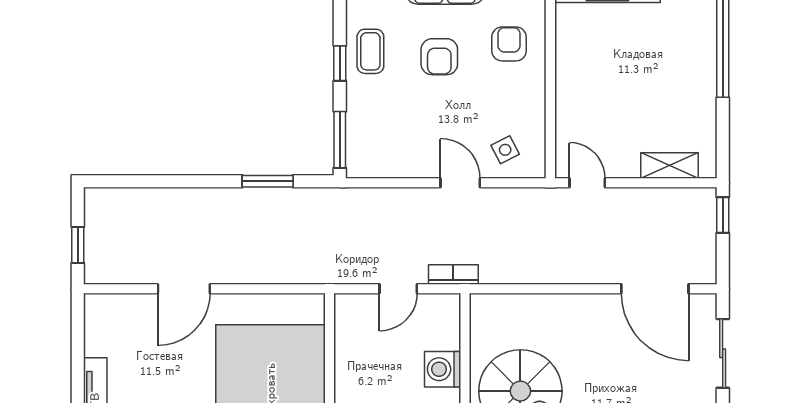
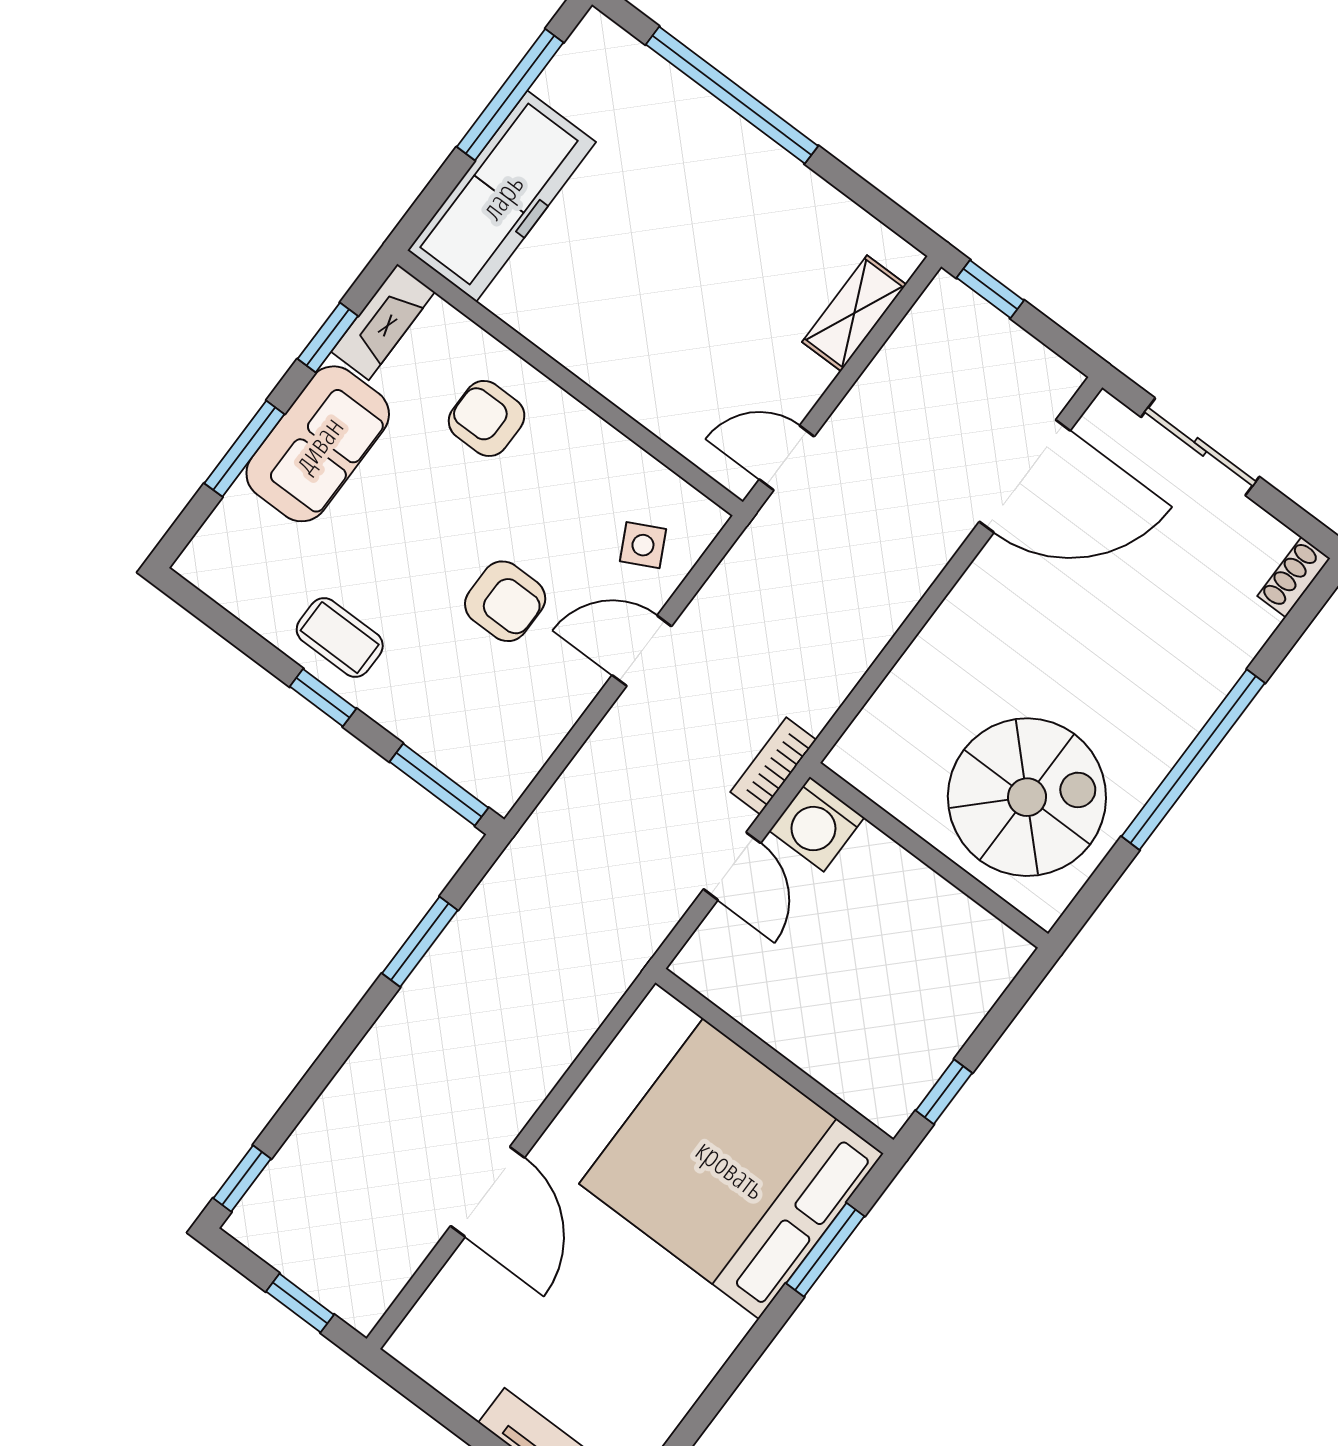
armchair: (439, 57) -> (505, 601), moved
window: (112, 181) -> (242, 1179), added
washing machine: (443, 369) -> (817, 824), moved

